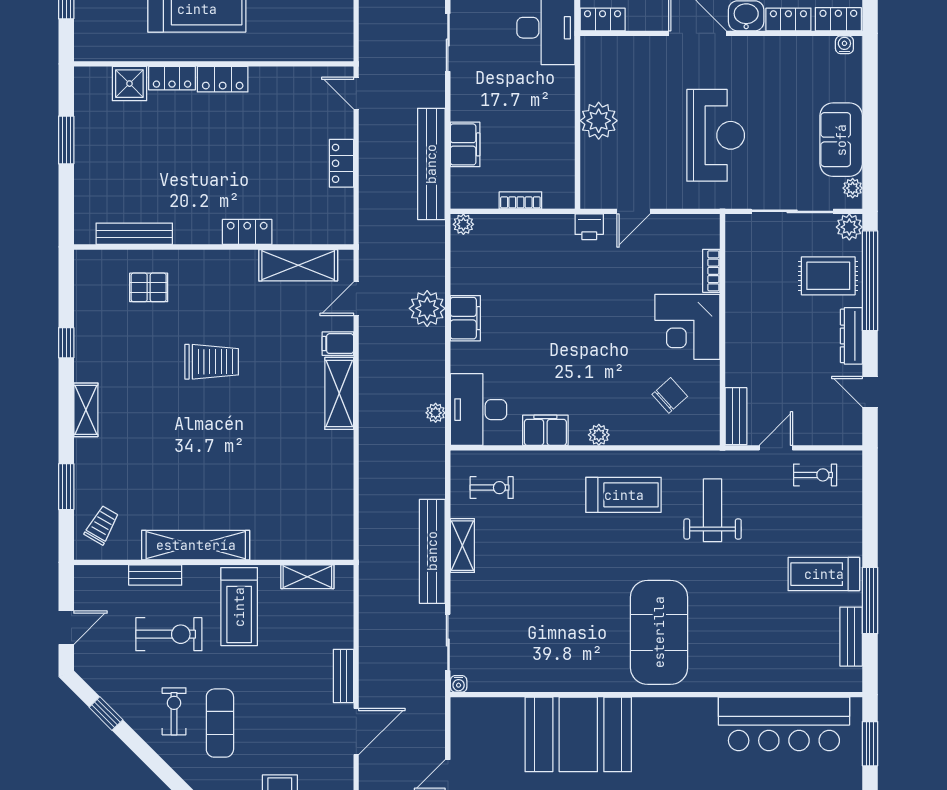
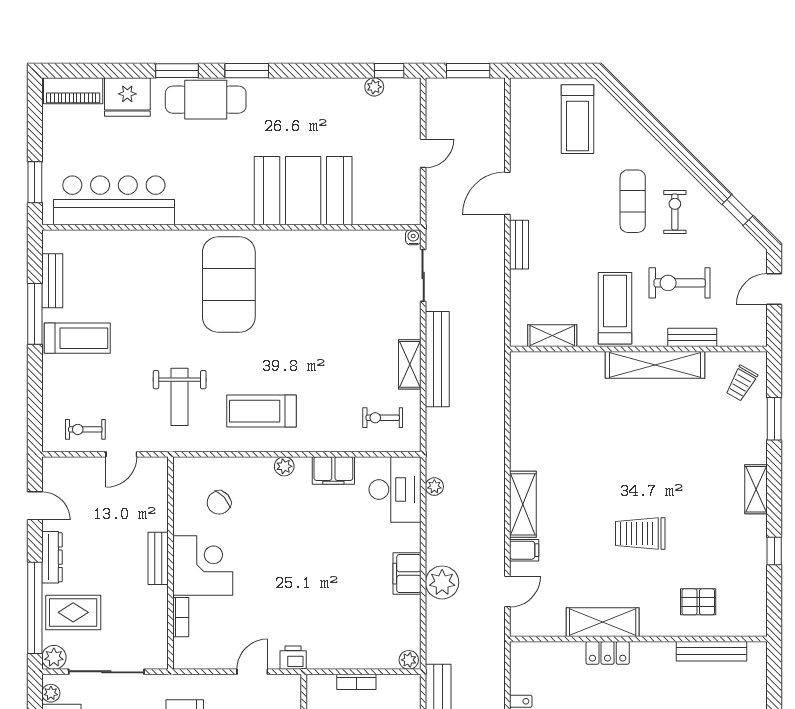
shelving: (298, 265) -> (603, 622), moved
bench: (736, 416) -> (158, 558), moved
exercise bike: (174, 711) -> (675, 212), turned 180

